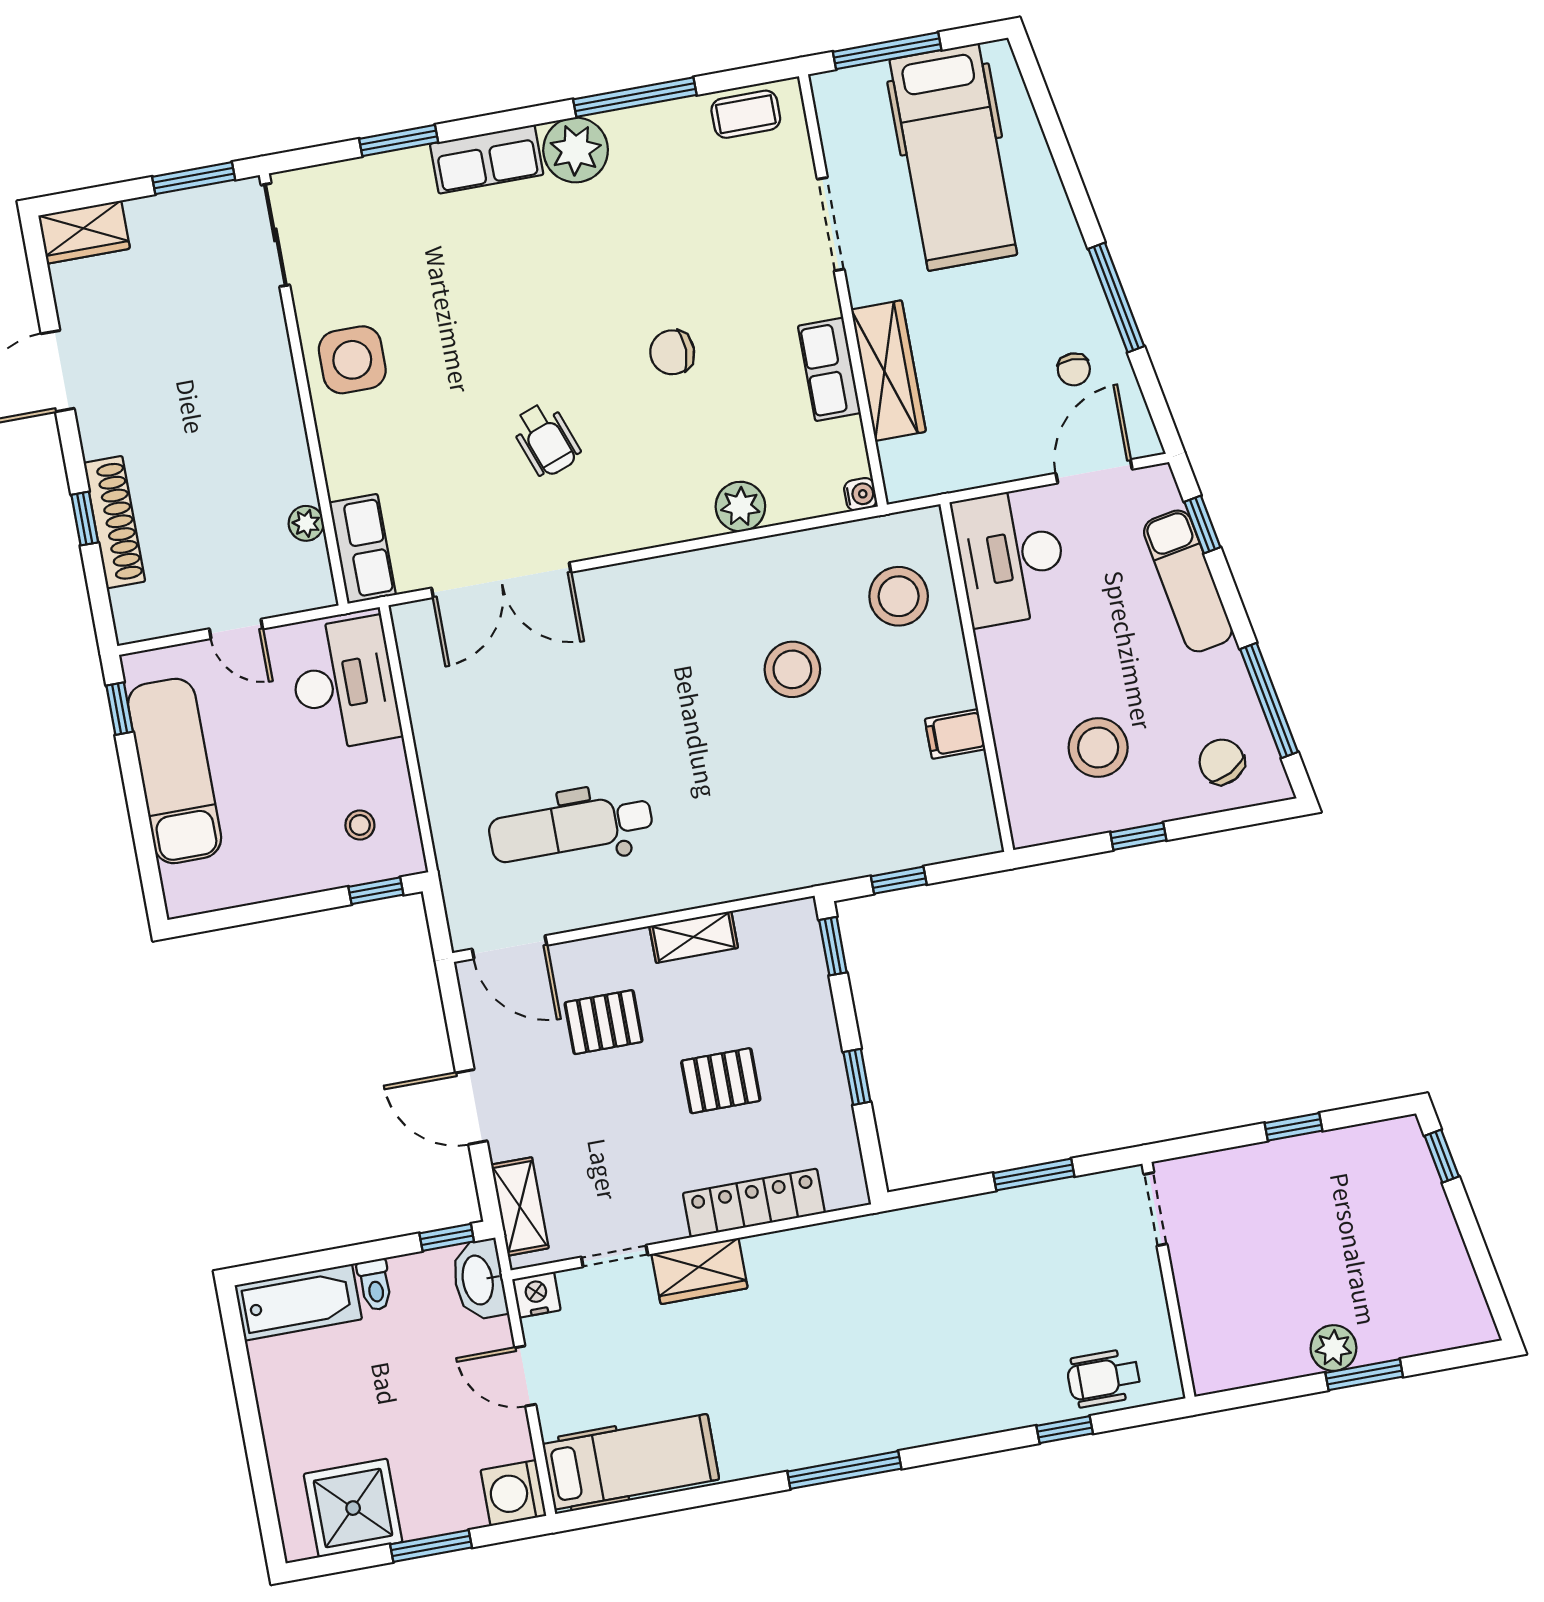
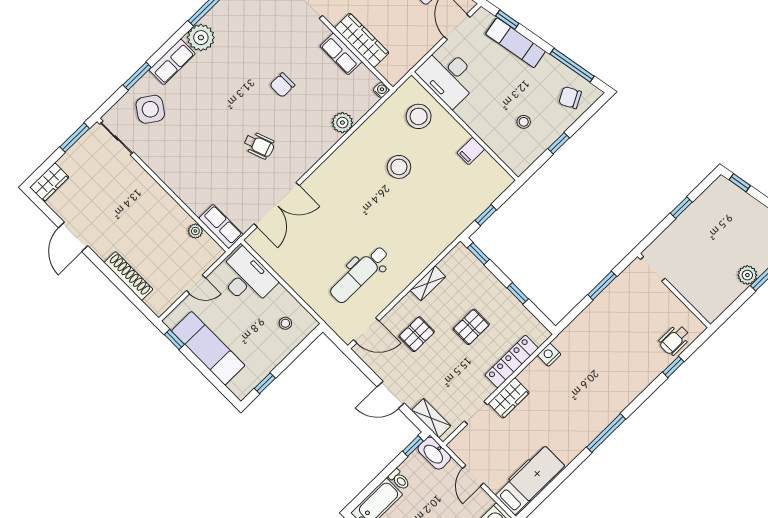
side table: (352, 360) -> (150, 109), moved, turned 34
window: (85, 519) -> (117, 282), removed
stool: (1098, 747) -> (524, 122), width x0.53, depth x0.53
window: (376, 891) -> (265, 383), moved
nightstand: (536, 1295) -> (549, 355), moved
door: (525, 1376) -> (473, 476), hinge flipped

